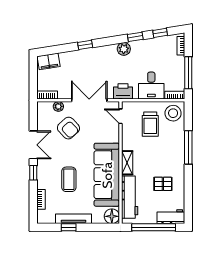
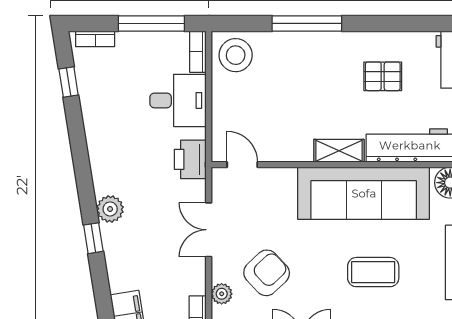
window: (135, 37) -> (77, 134), removed
plant: (124, 49) -> (110, 209), moved
double door: (89, 100) -> (209, 230), width x0.73
door: (120, 116) -> (242, 165), swing flipped
trolley: (150, 124) -> (258, 103), removed
pallet: (163, 184) -> (383, 76), turned 90

